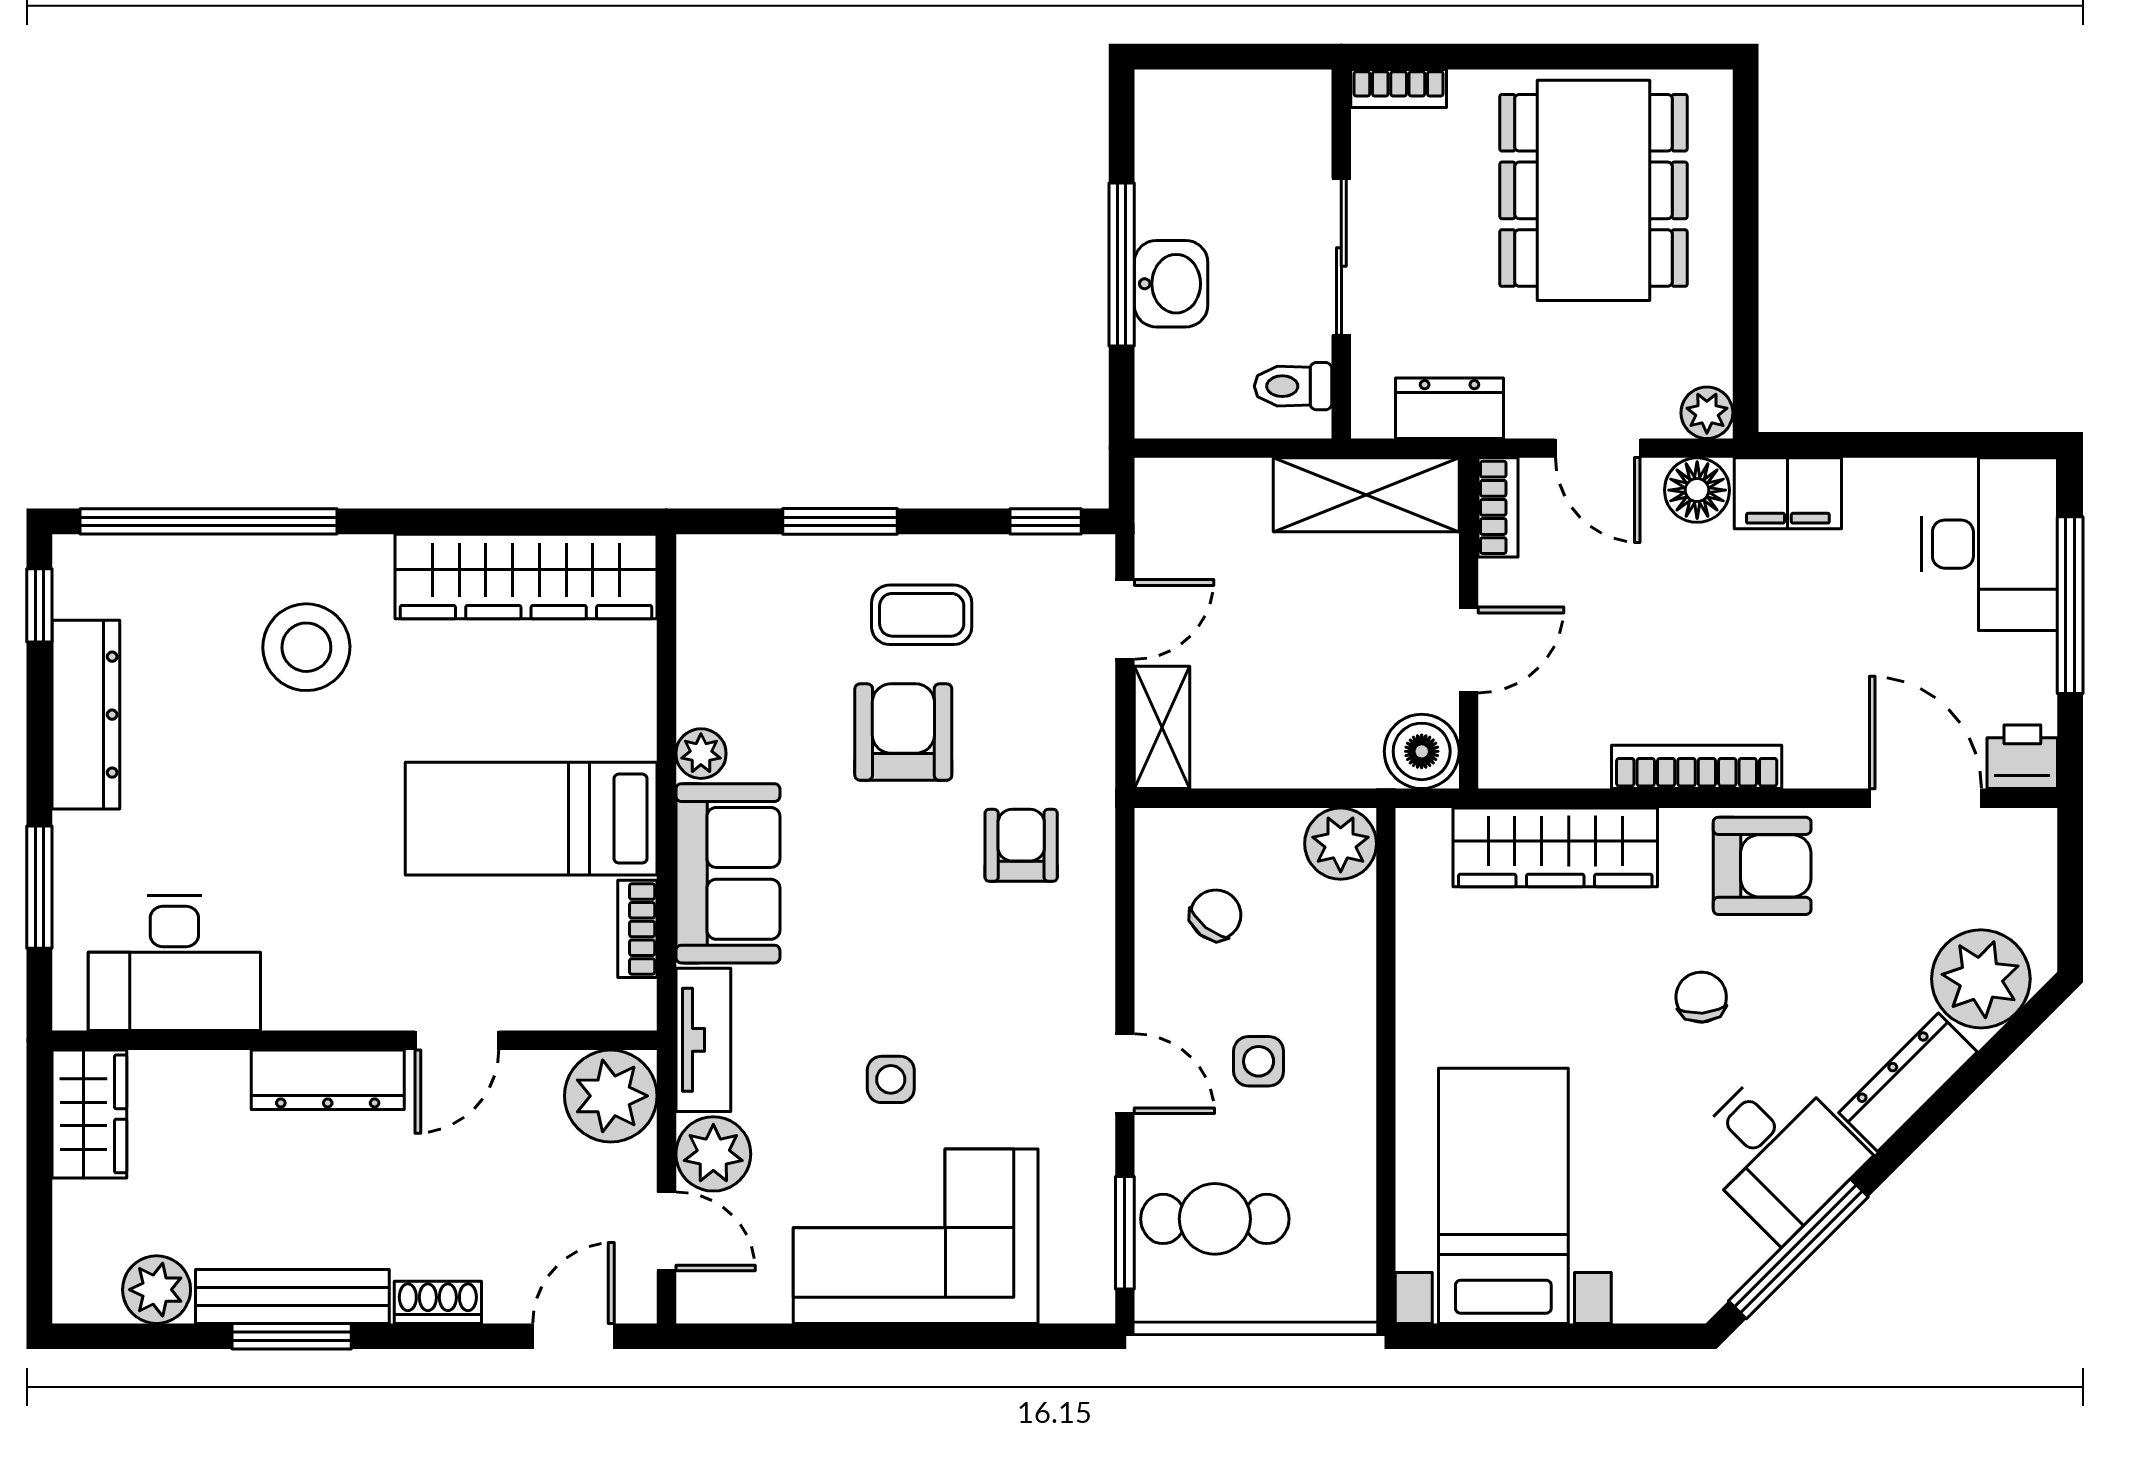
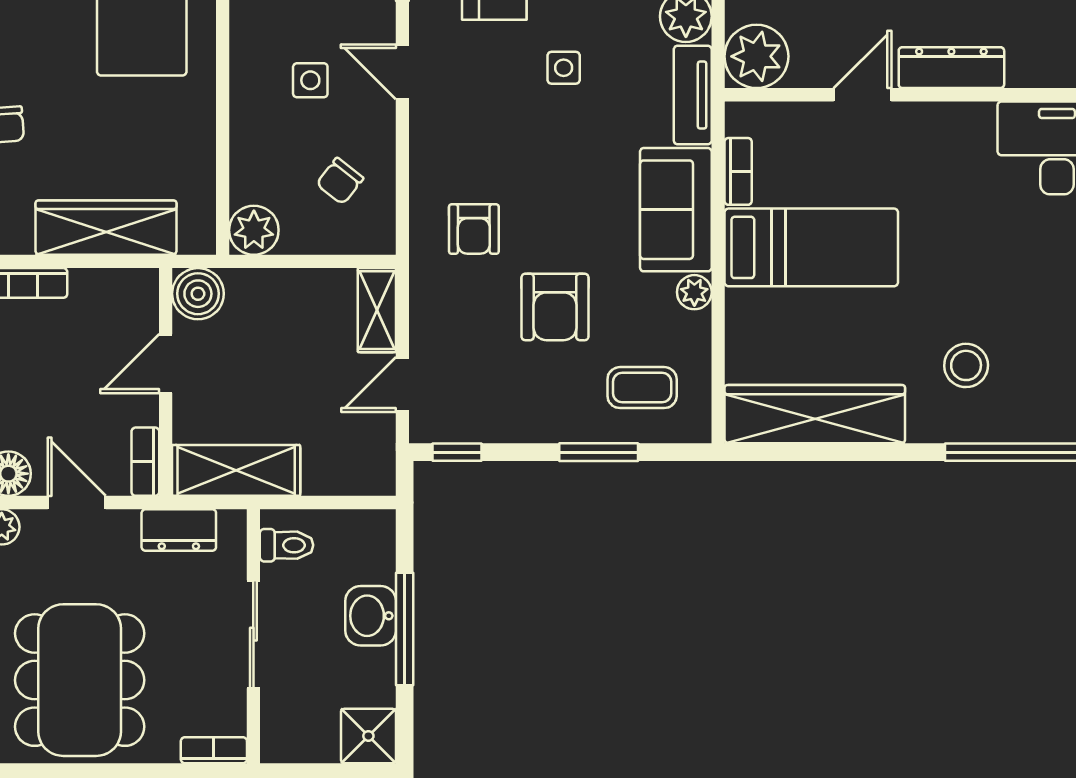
shower: (1174, 109) -> (368, 736), added
coffee table: (922, 615) -> (642, 388), moved
stool: (306, 647) -> (966, 365), width x0.73, depth x0.73

